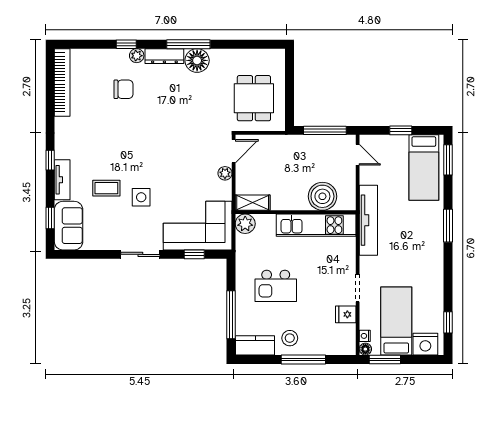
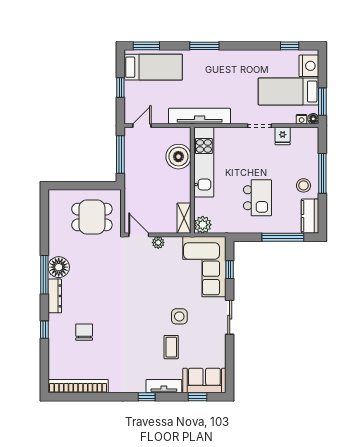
plant: (137, 56) -> (54, 320), removed

